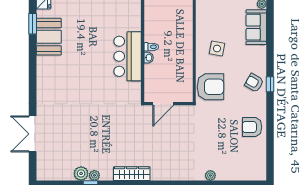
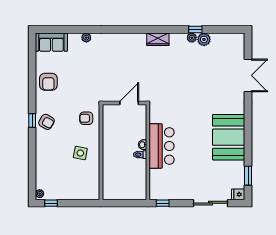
sofa: (256, 27) -> (51, 42), moved, turned 90
booth: (49, 37) -> (229, 137), moved, width x1.36, depth x1.42
armchair: (210, 87) -> (86, 118), width x0.53, depth x0.53
armchair: (252, 127) -> (48, 82), turned 90
wardrobe: (132, 174) -> (158, 39), width x0.67

